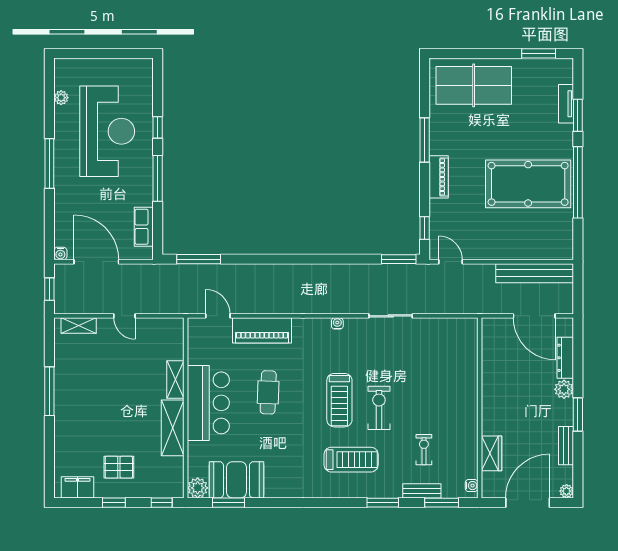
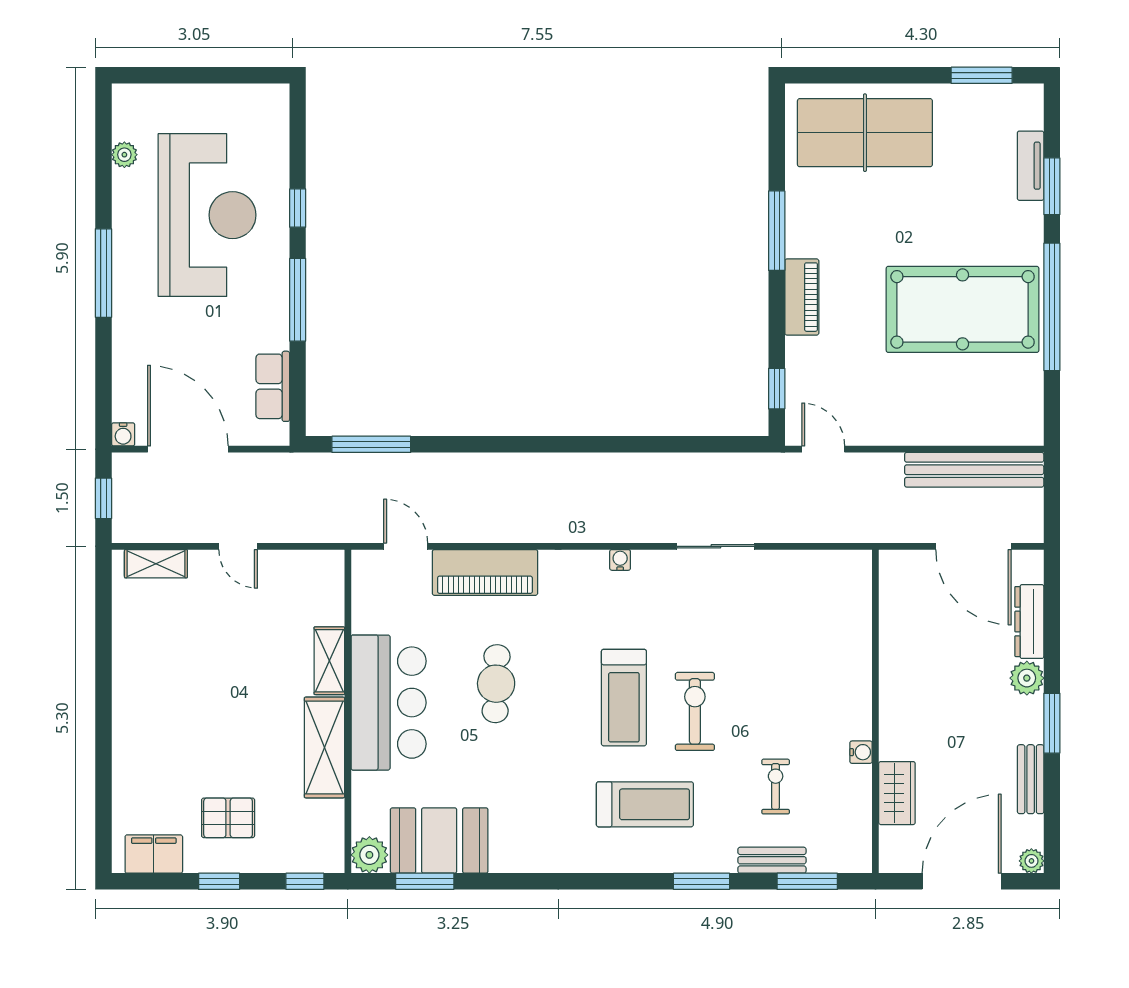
window: (399, 259) -> (730, 444), removed
window: (49, 391) -> (103, 682), removed
water cooler: (472, 486) -> (861, 752), moved

